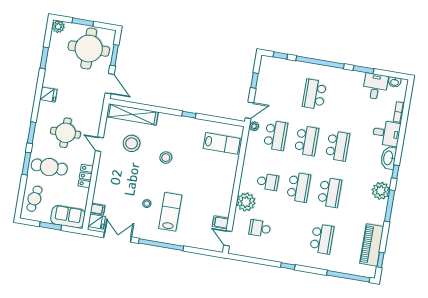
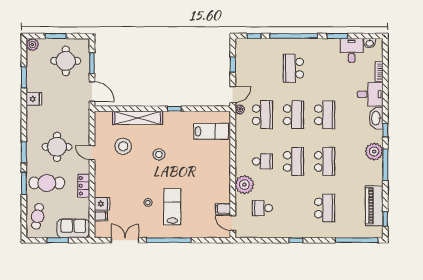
round table: (89, 49) -> (66, 61), width x0.73, depth x0.73
fridge: (48, 95) -> (34, 99), moved
shelving: (132, 114) -> (138, 118), moved
fridge: (97, 222) -> (102, 204), moved

